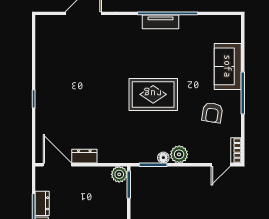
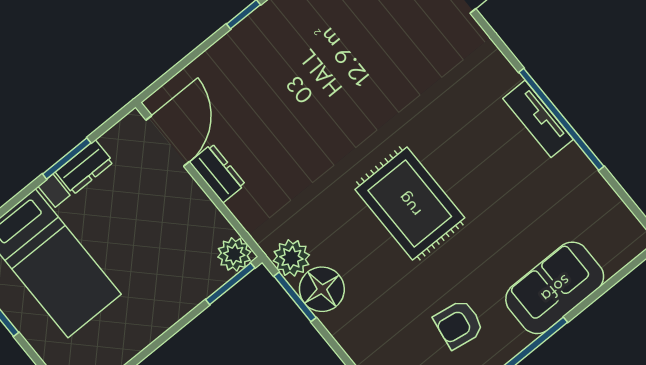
plant: (179, 154) -> (291, 258), moved
floor lamp: (163, 158) -> (322, 289), width x1.89, depth x1.89

